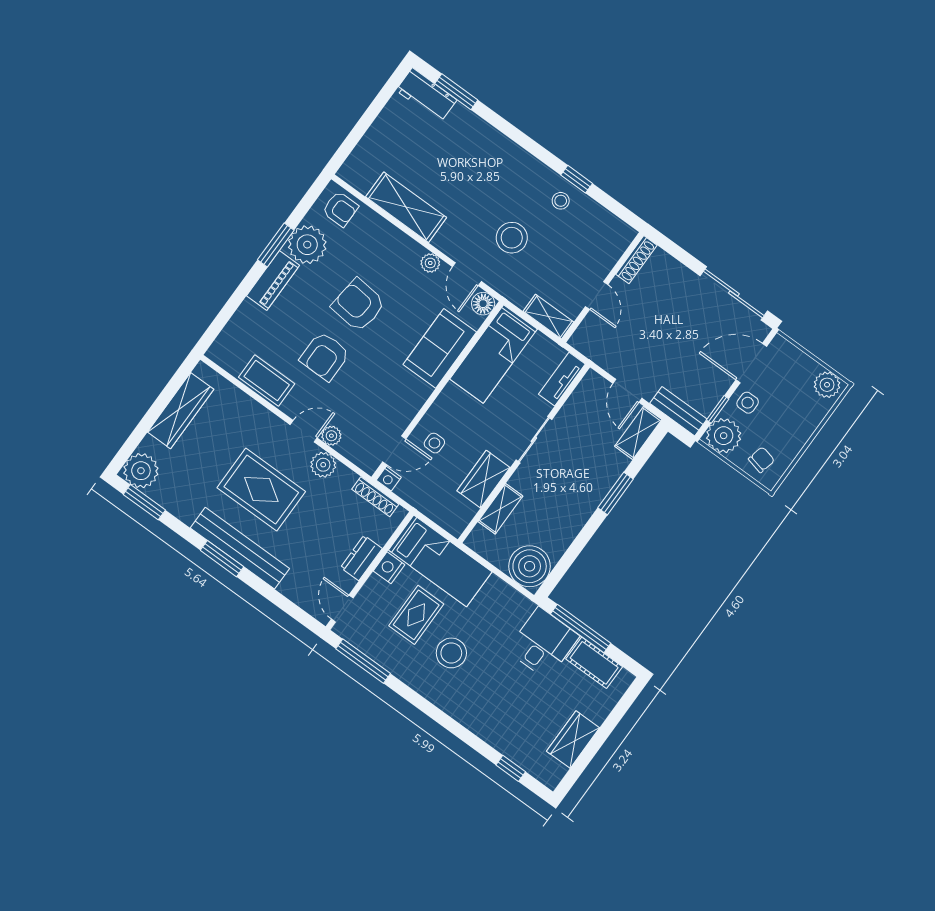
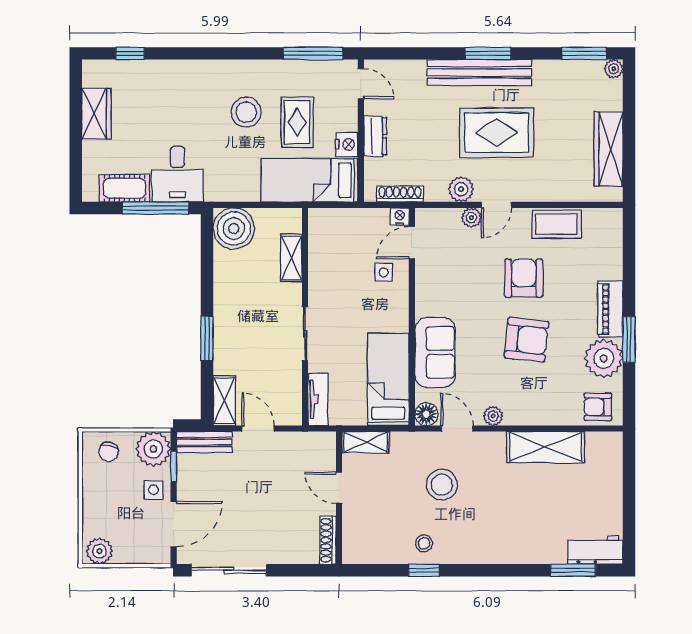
plant: (141, 471) -> (614, 69), width x0.53, depth x0.53
wardrobe: (483, 479) -> (323, 272), removed

